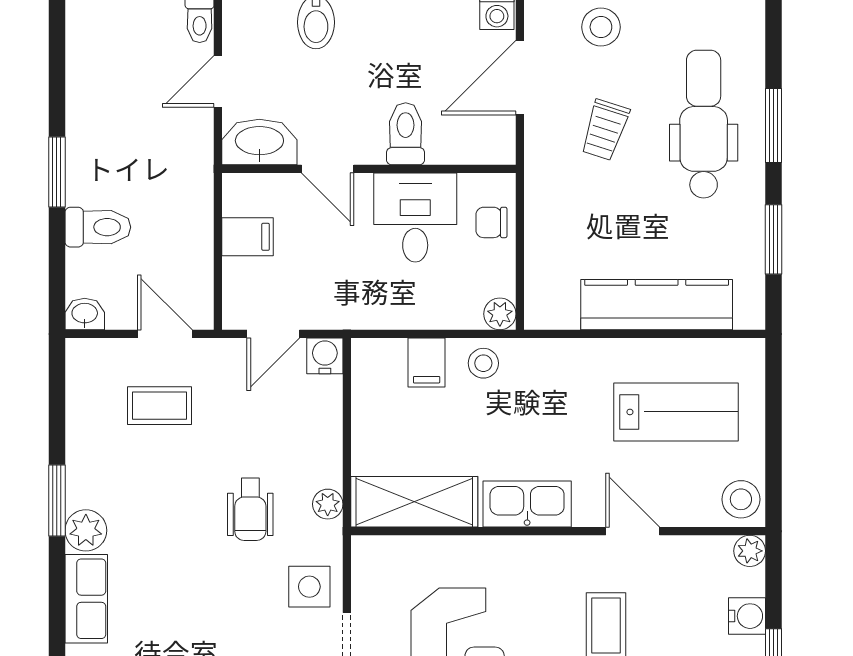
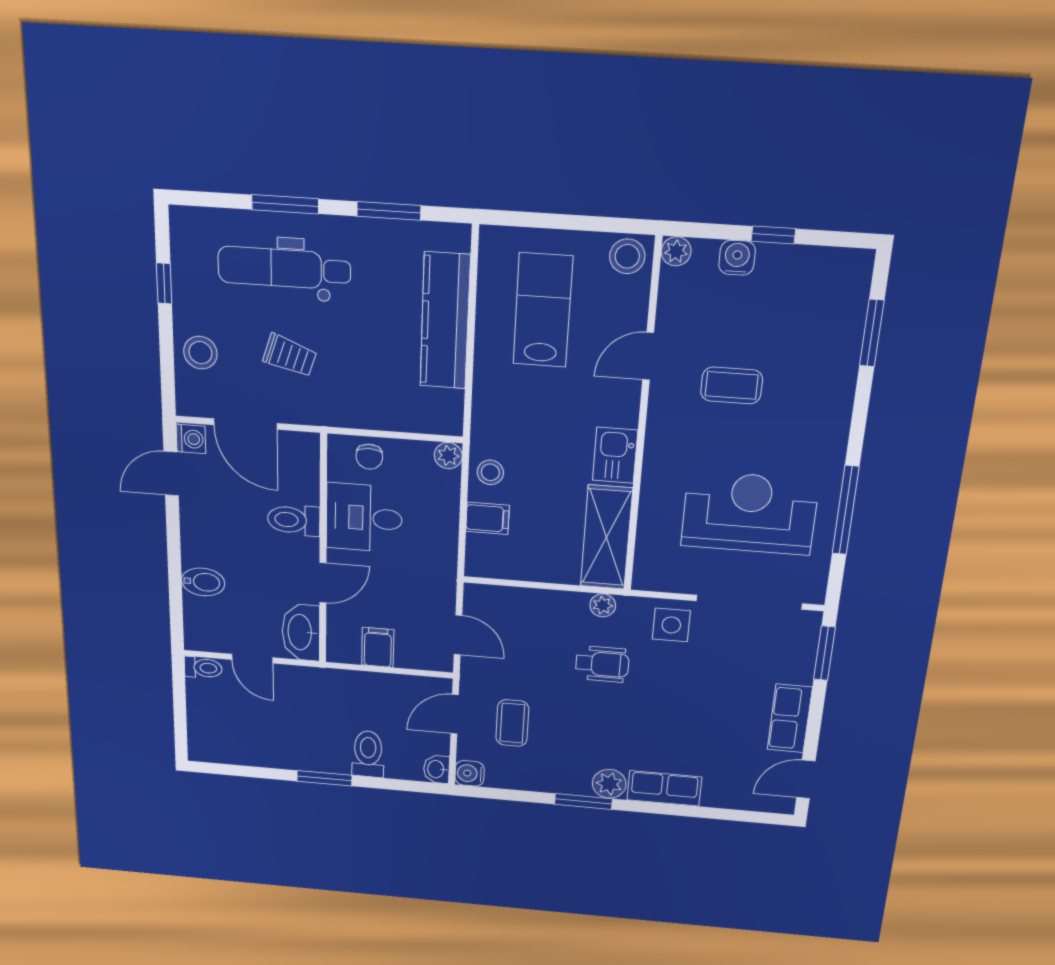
water cooler: (325, 356) -> (470, 773), moved
kitchen sink: (527, 504) -> (615, 455), width x0.73

